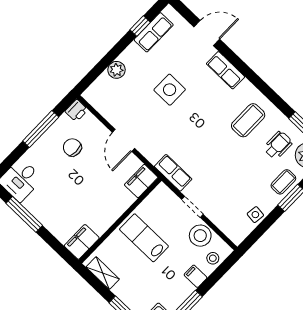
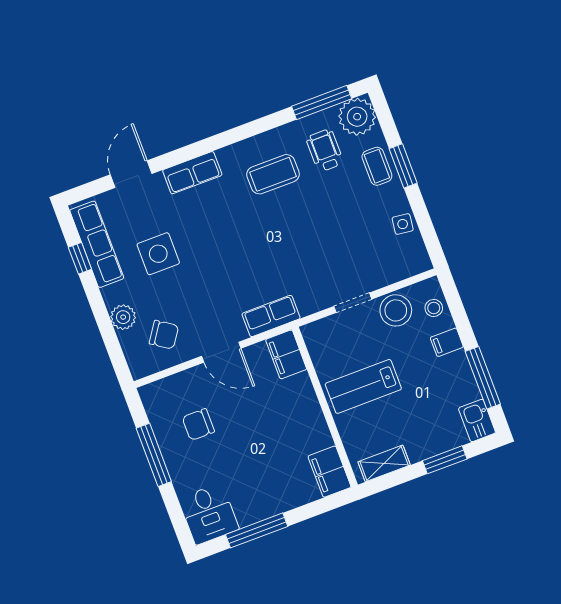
row of seats: (154, 32) -> (97, 244), width x1.48
side table: (170, 90) -> (158, 254), moved
chair: (118, 100) -> (164, 335), added
printer: (76, 111) -> (152, 396), removed
coffee table: (248, 120) -> (273, 174), turned 90
row of seats: (173, 173) -> (271, 316), moved

